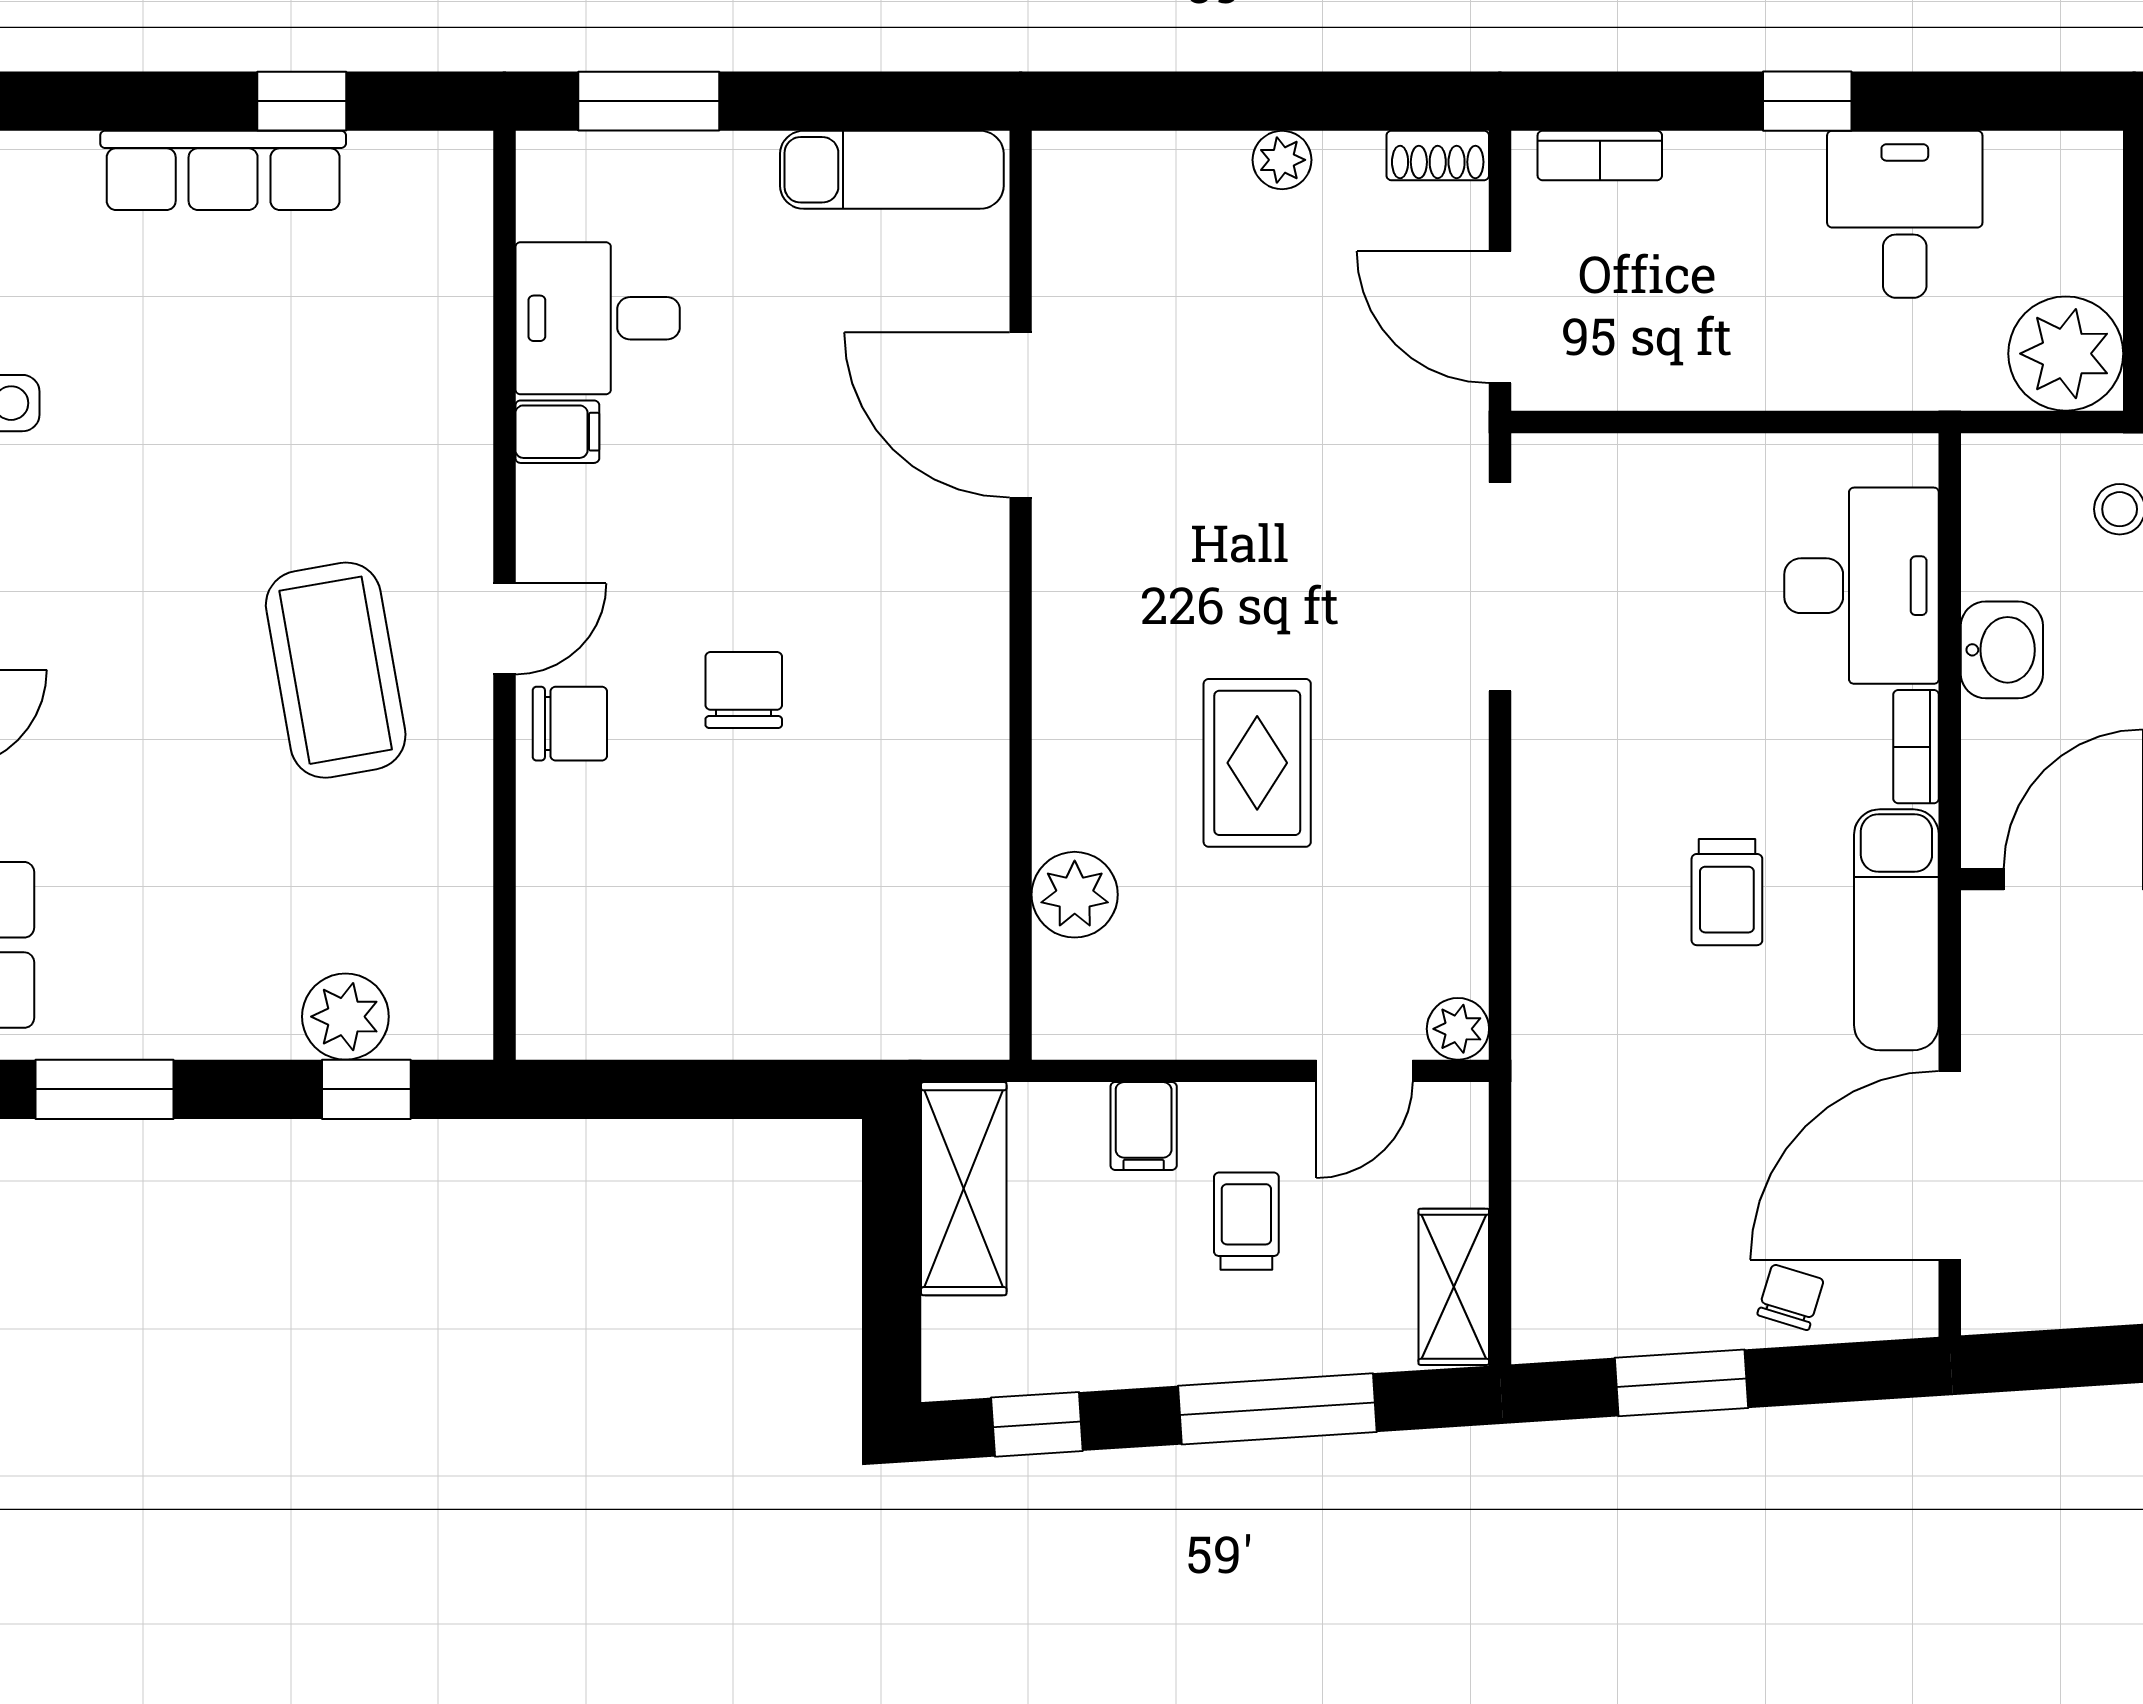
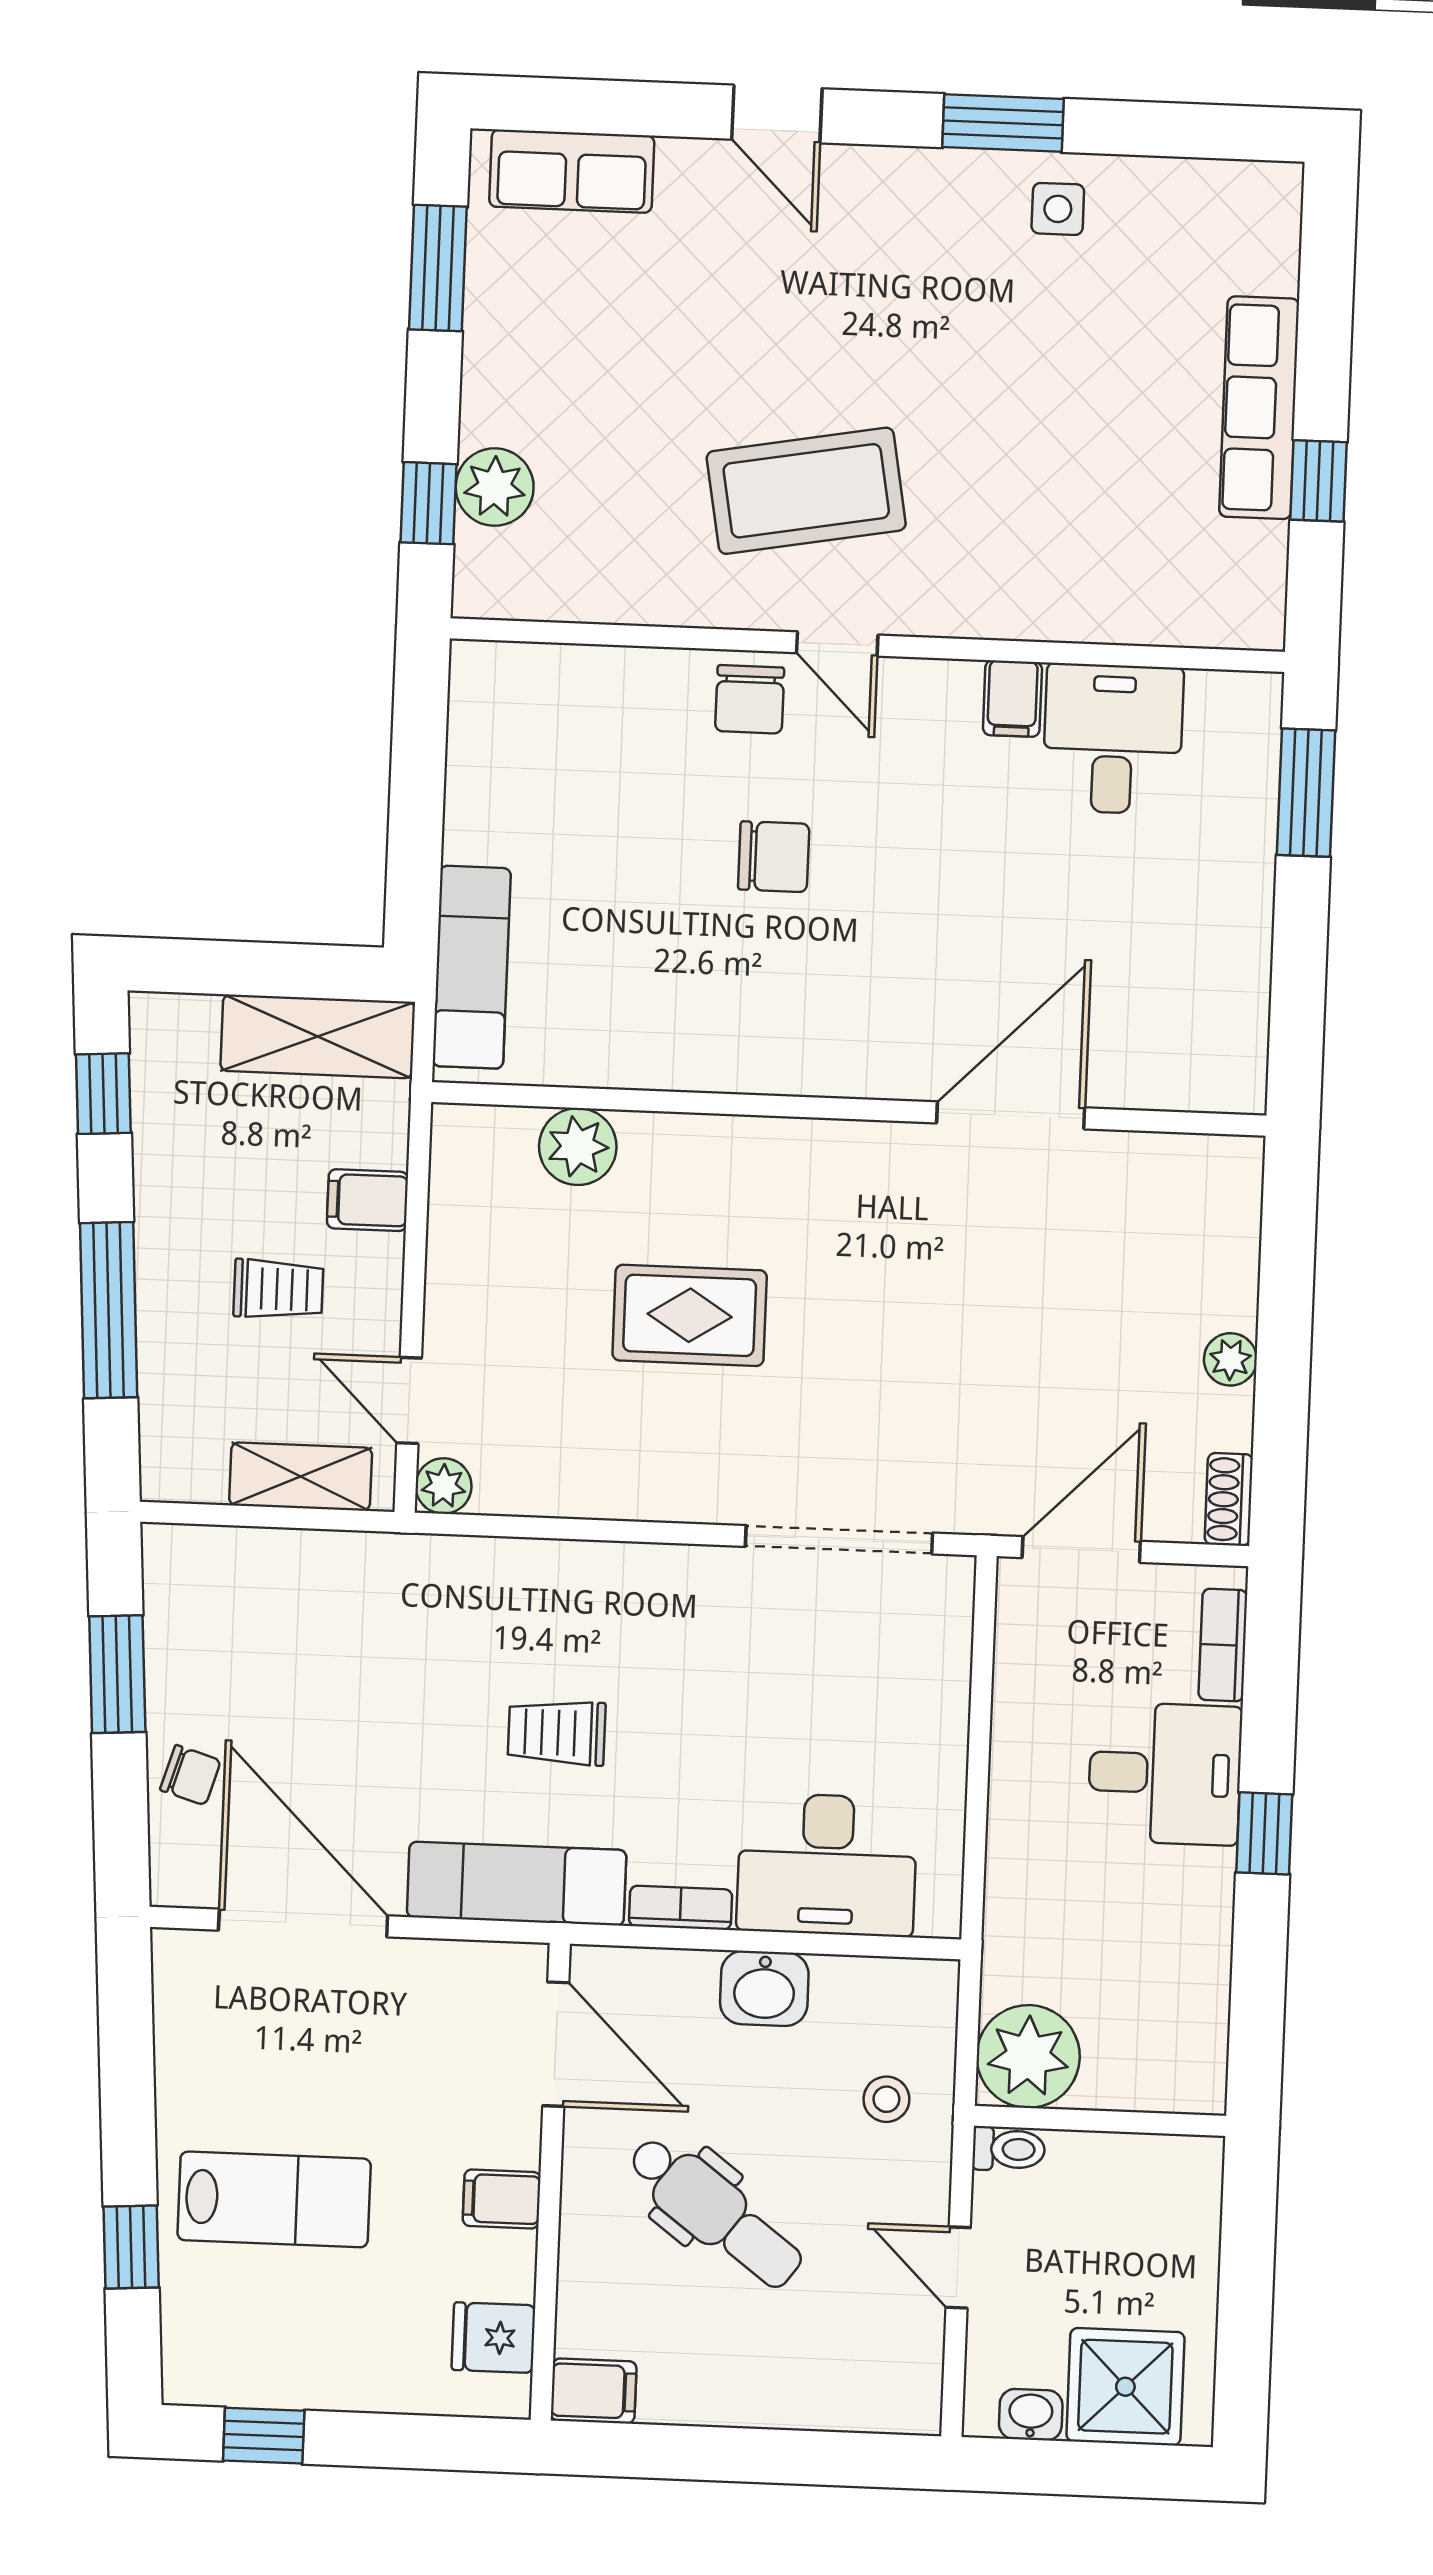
exam couch: (892, 170) -> (472, 967), moved, turned 180
desk: (1905, 214) -> (1165, 1774), moved
shelving: (1454, 1287) -> (301, 1477), moved

